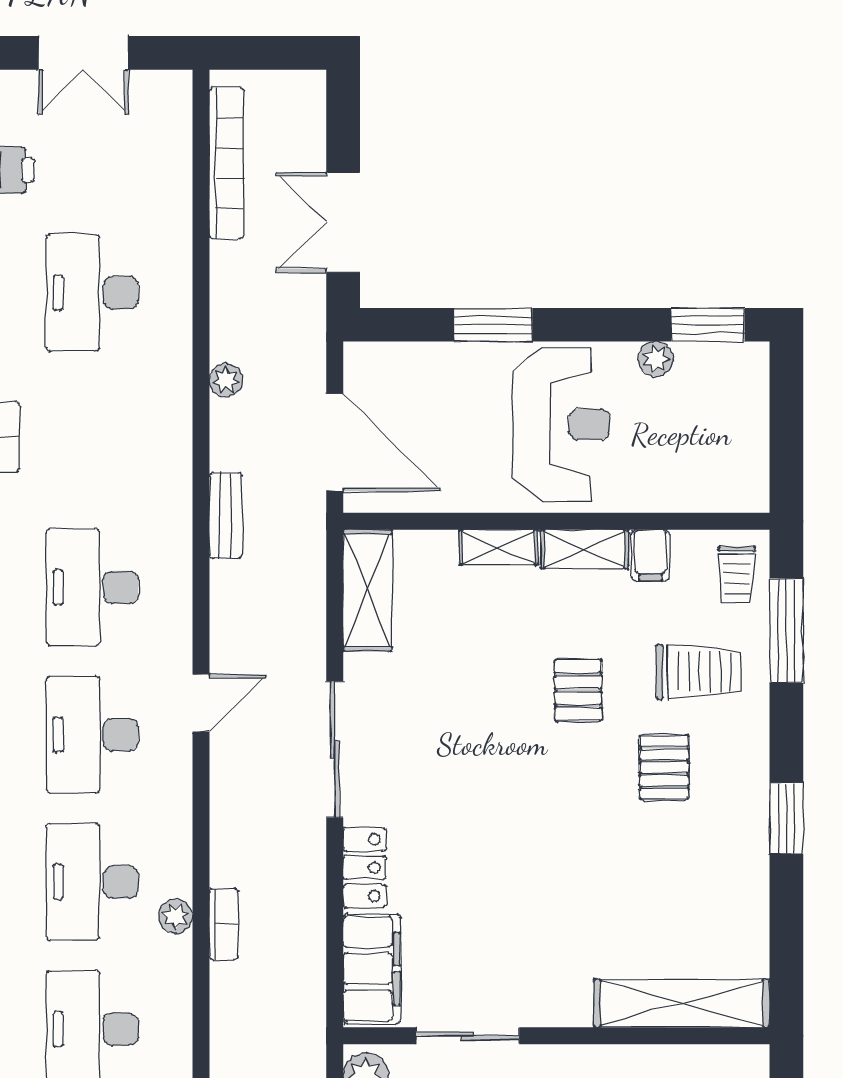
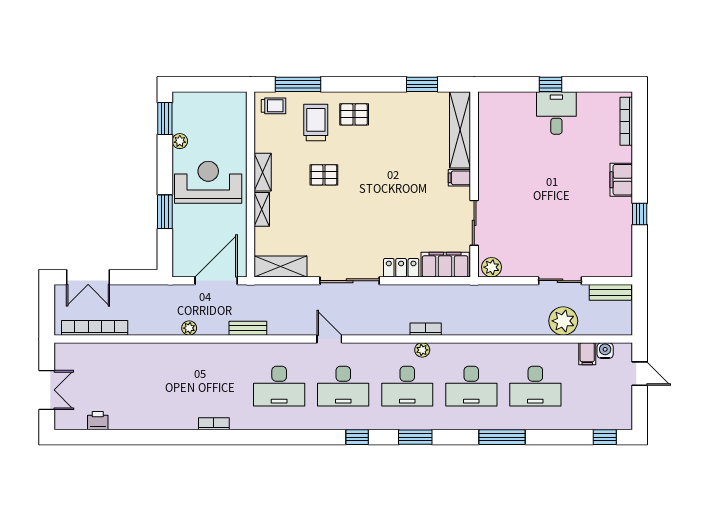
double door: (343, 222) -> (88, 277), moved
desk: (92, 293) -> (151, 386), removed
filing cabinet: (650, 555) -> (459, 178), moved, turned 180
pallet: (664, 767) -> (354, 114), moved
window: (786, 818) -> (422, 84), moved

